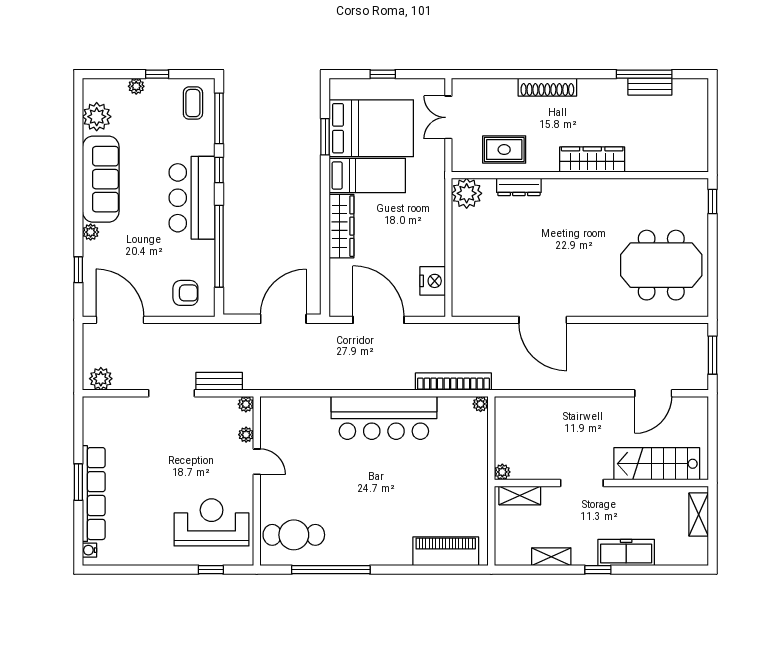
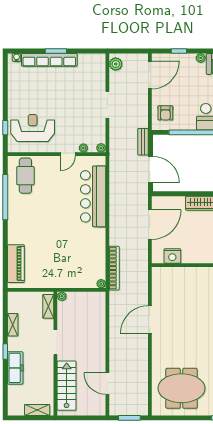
meeting table: (661, 265) -> (181, 388), turned 90
bench: (219, 381) -> (143, 142), moved
bar counter: (384, 418) -> (93, 196), moved
reception desk: (212, 522) -> (33, 128), turned -90

